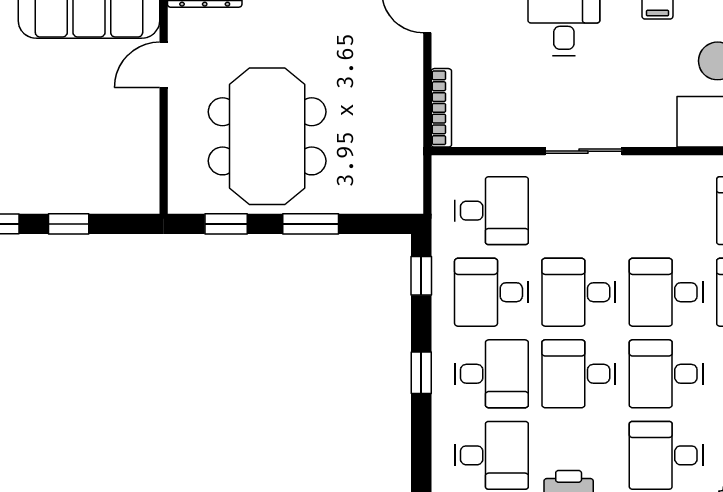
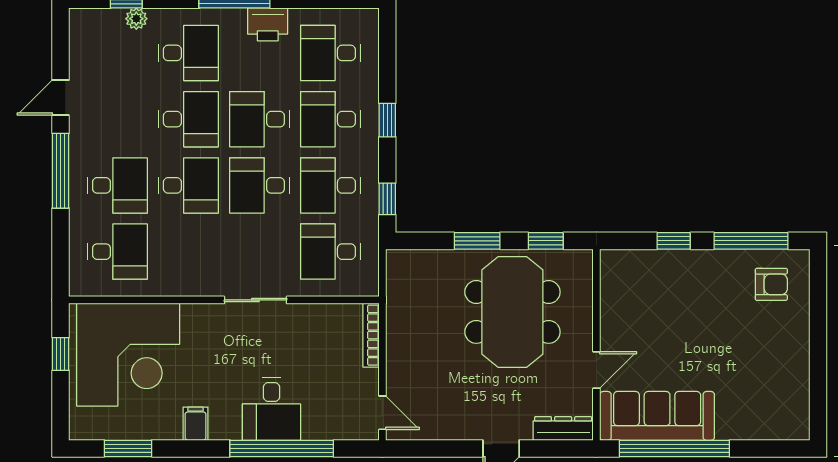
desk: (491, 292) -> (330, 185), turned 180
desk: (579, 292) -> (259, 185), turned 180
desk: (579, 374) -> (259, 119), turned 180

